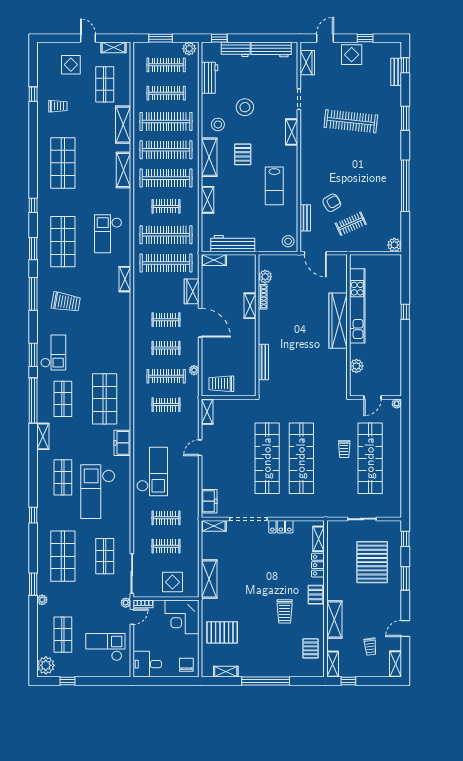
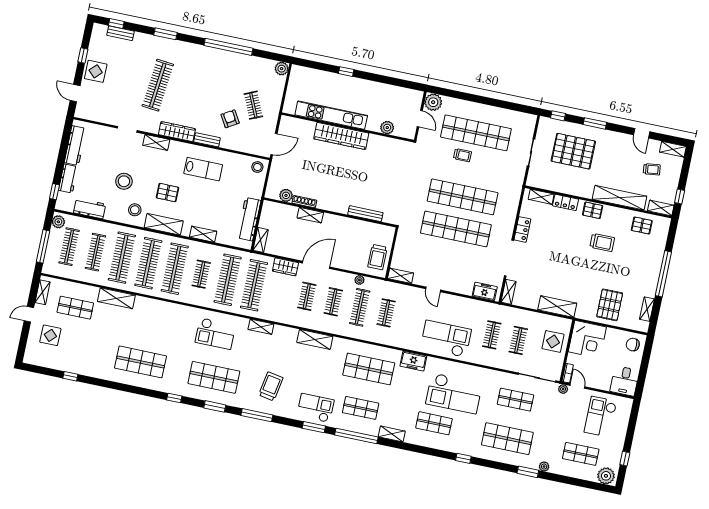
window: (161, 38) -> (43, 246), width x1.44
wardrobe: (307, 63) -> (177, 132), moved, width x1.50
trolley: (58, 106) -> (87, 356), removed
shelving: (123, 170) -> (315, 339), moved
bench: (305, 218) -> (207, 140), moved
plant: (397, 404) -> (433, 102), width x1.87, depth x1.87
shelving: (334, 620) -> (619, 198), width x1.47

